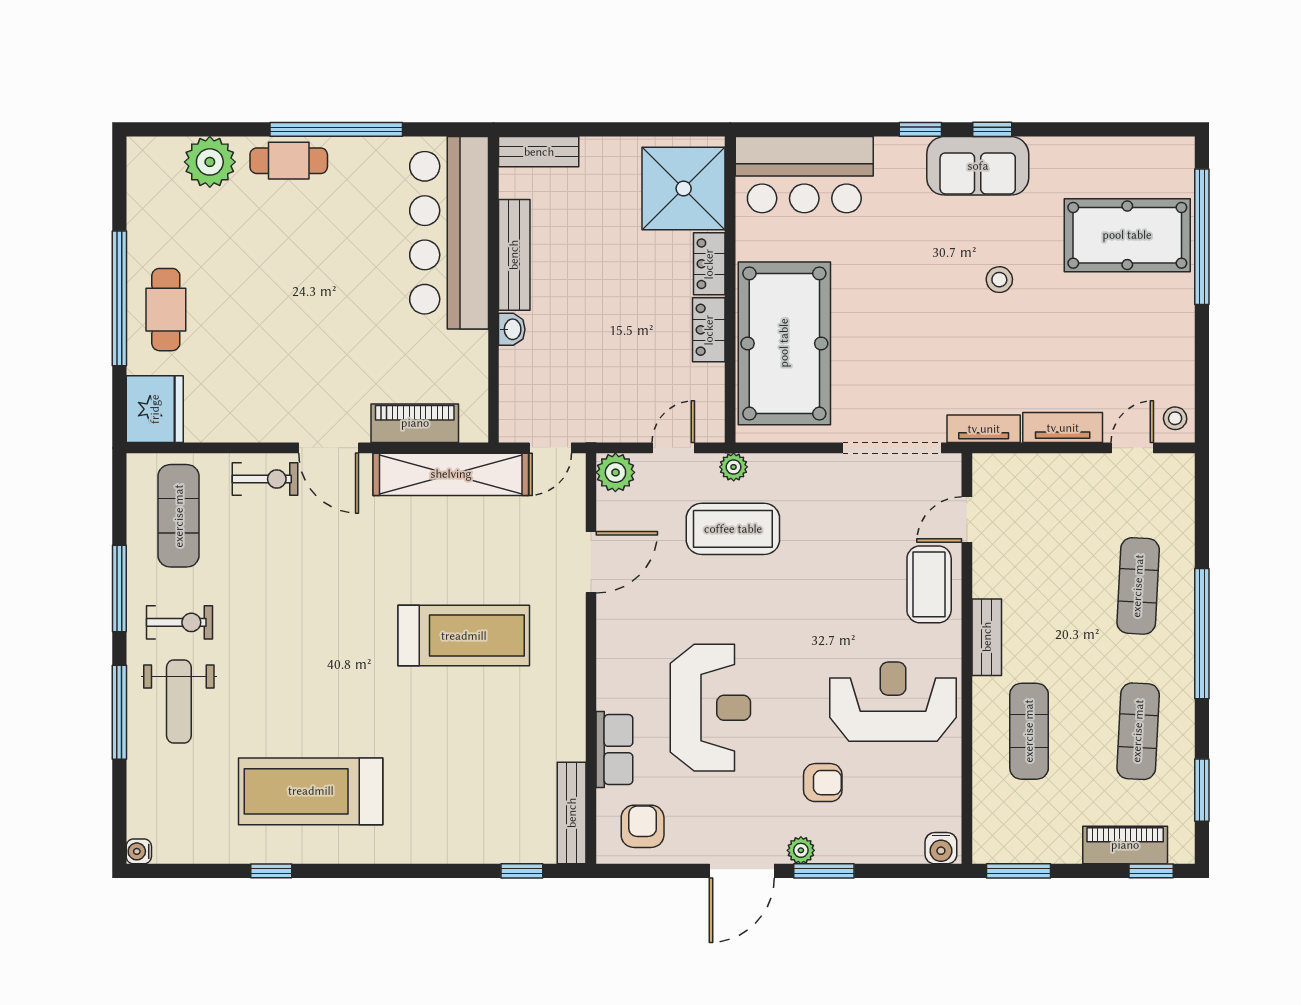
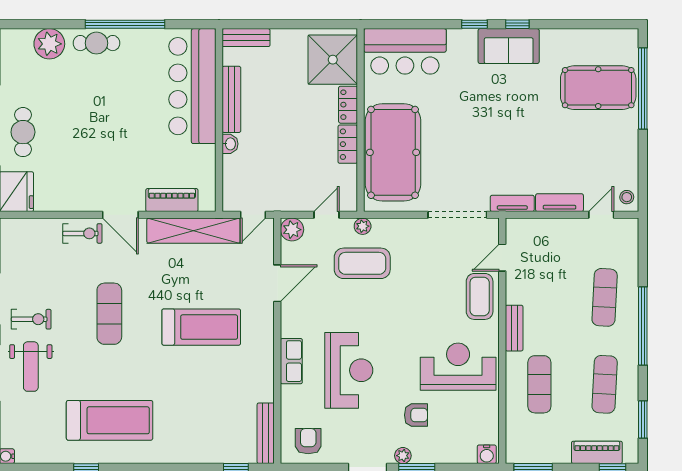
stool: (999, 280) -> (522, 114), removed
exercise mat: (179, 516) -> (109, 314), moved
row of seats: (614, 750) -> (291, 361), moved
treadmill: (311, 791) -> (110, 420), turned 180

